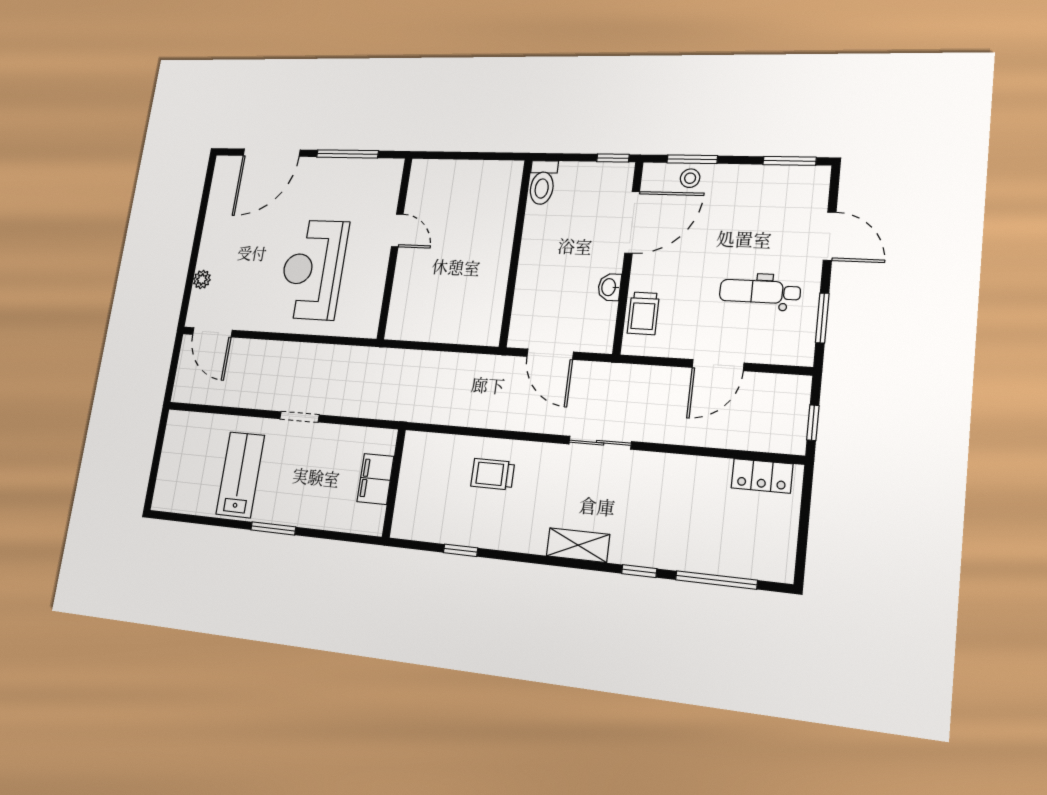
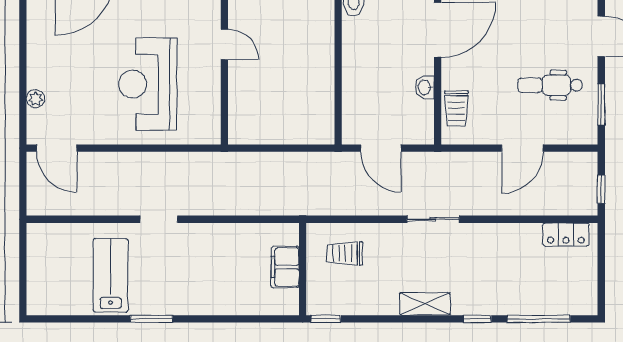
filing cabinet: (375, 479) -> (285, 267), moved
wall: (394, 483) -> (303, 269), moved

